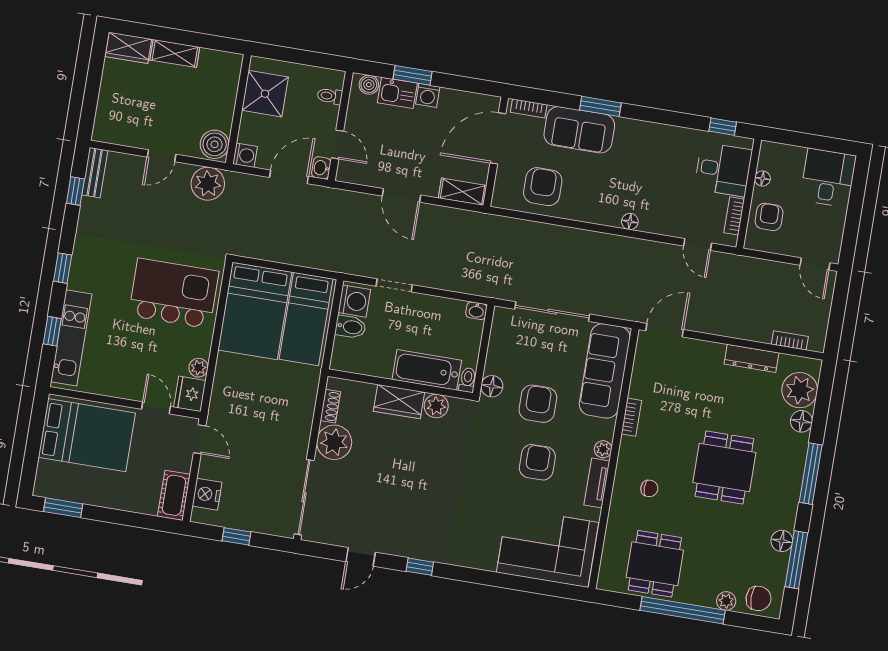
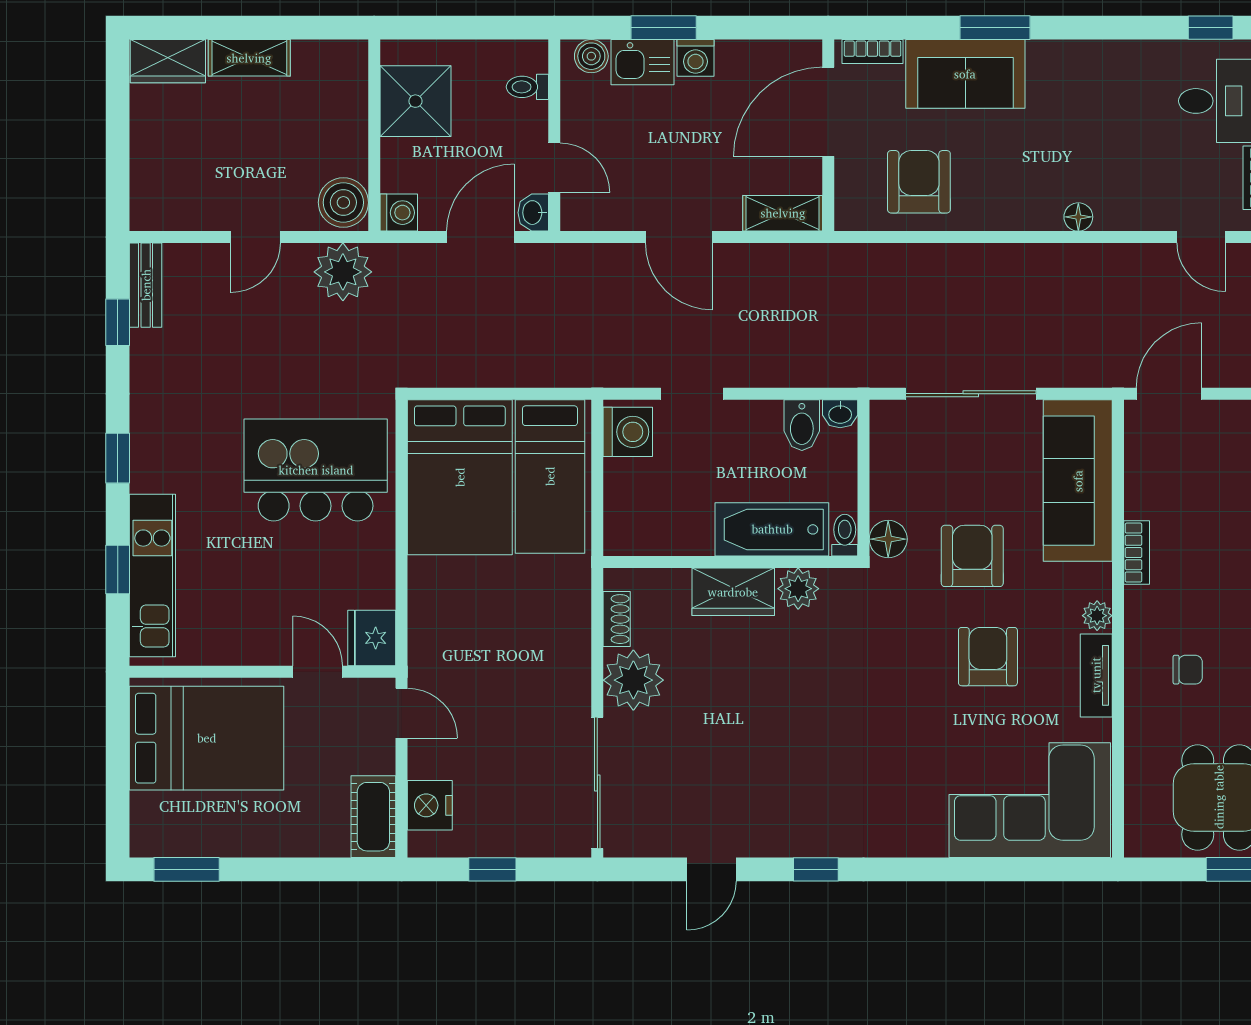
bidet: (351, 327) -> (802, 425), moved, turned 90
plant: (198, 368) -> (379, 591), removed

